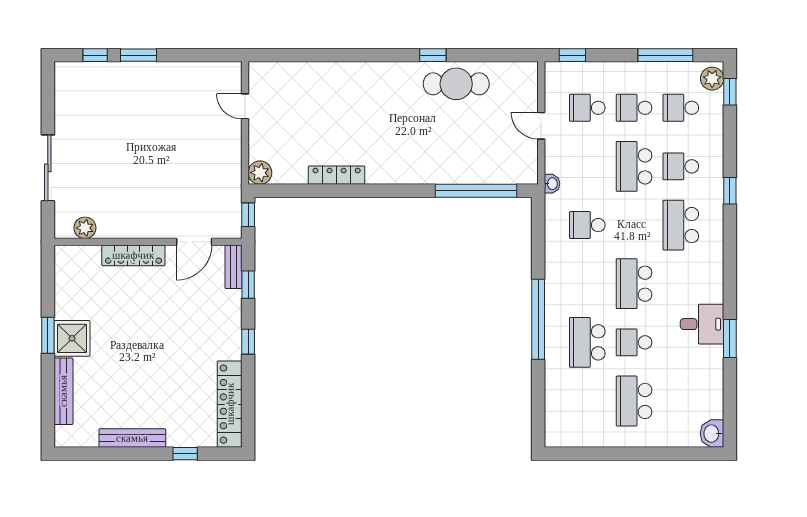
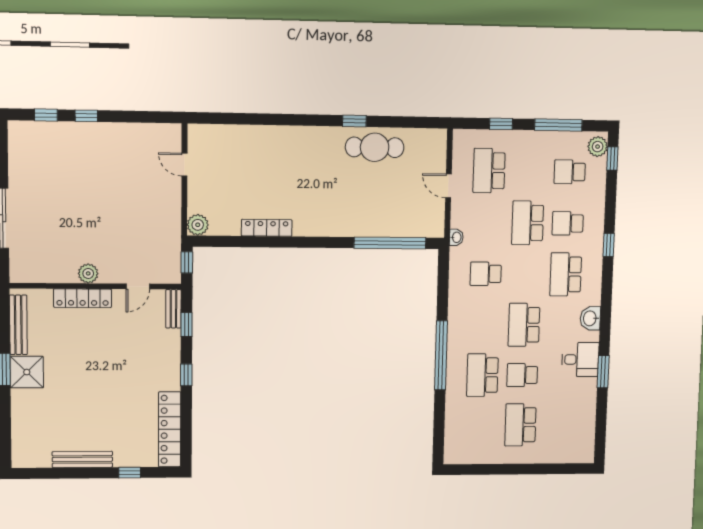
window: (139, 55) -> (86, 116), width x0.67
window: (572, 55) -> (501, 124), moved
school desk: (587, 108) -> (489, 171), width x1.85
school desk: (634, 108) -> (530, 171), removed
plant: (85, 228) -> (88, 273), moved
door: (194, 242) -> (138, 286), width x0.73
bench: (63, 391) -> (18, 325), moved
washbasin: (712, 434) -> (590, 318), moved

